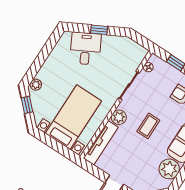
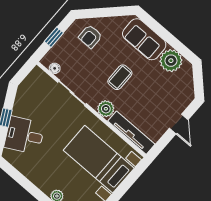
coffee table: (148, 126) -> (120, 77), turned 90

